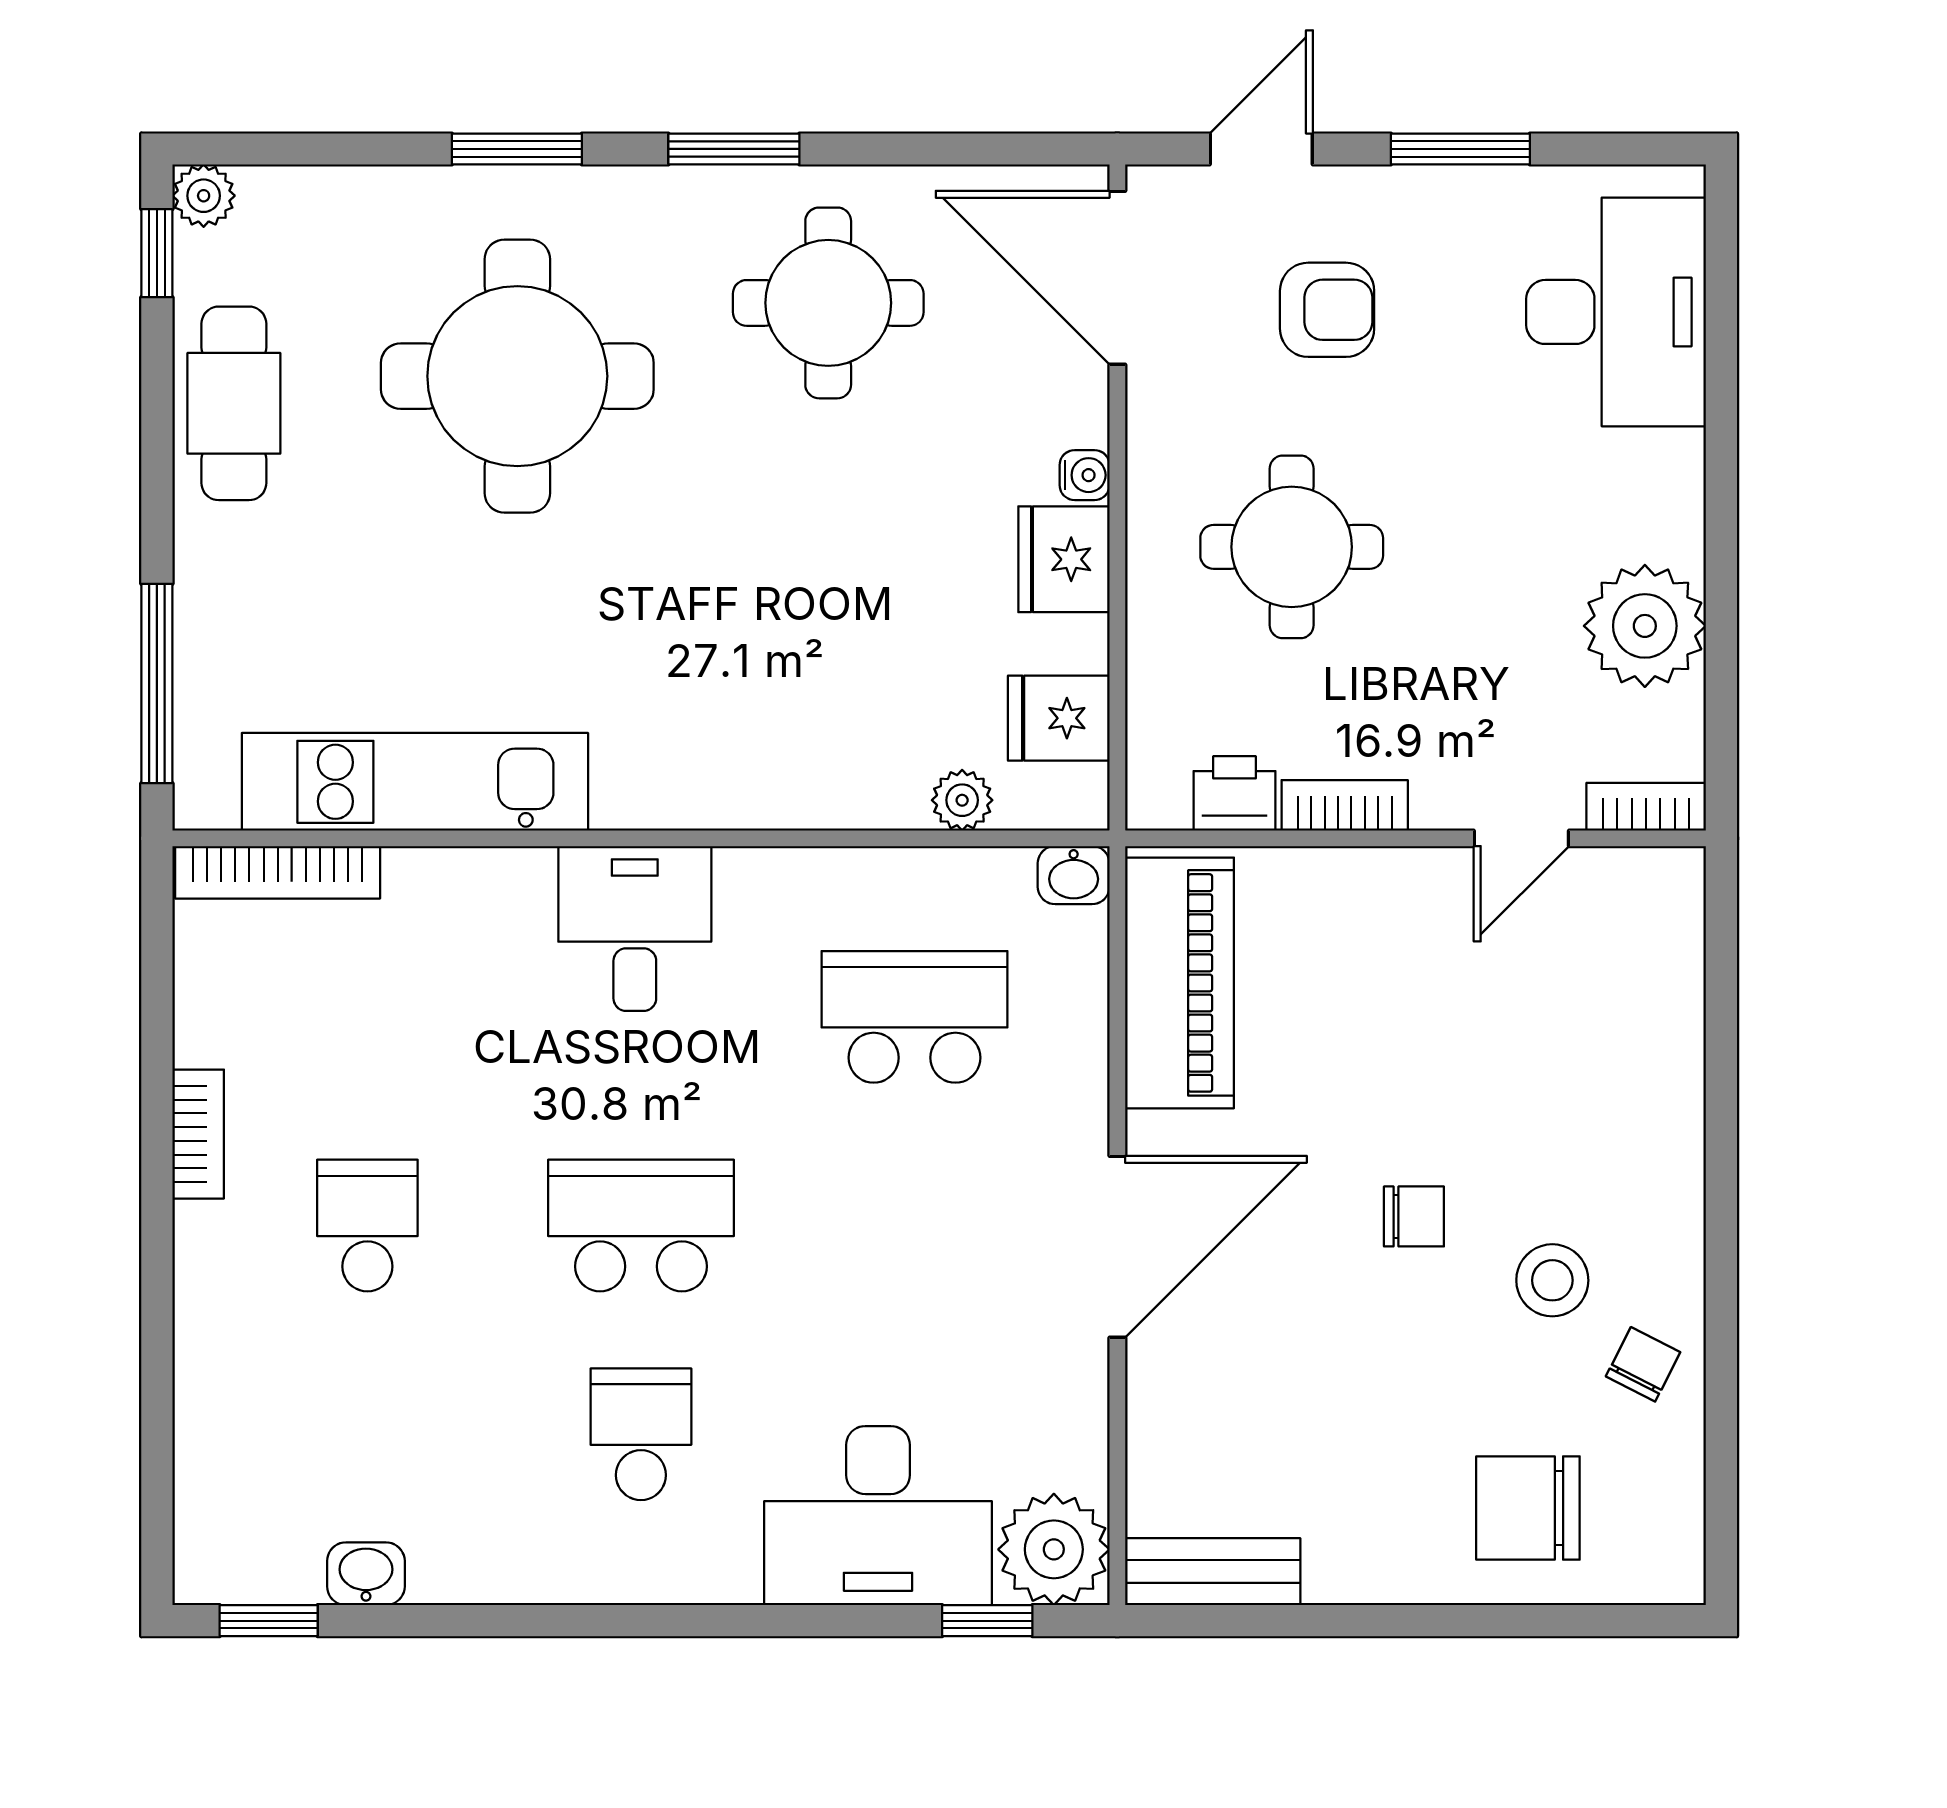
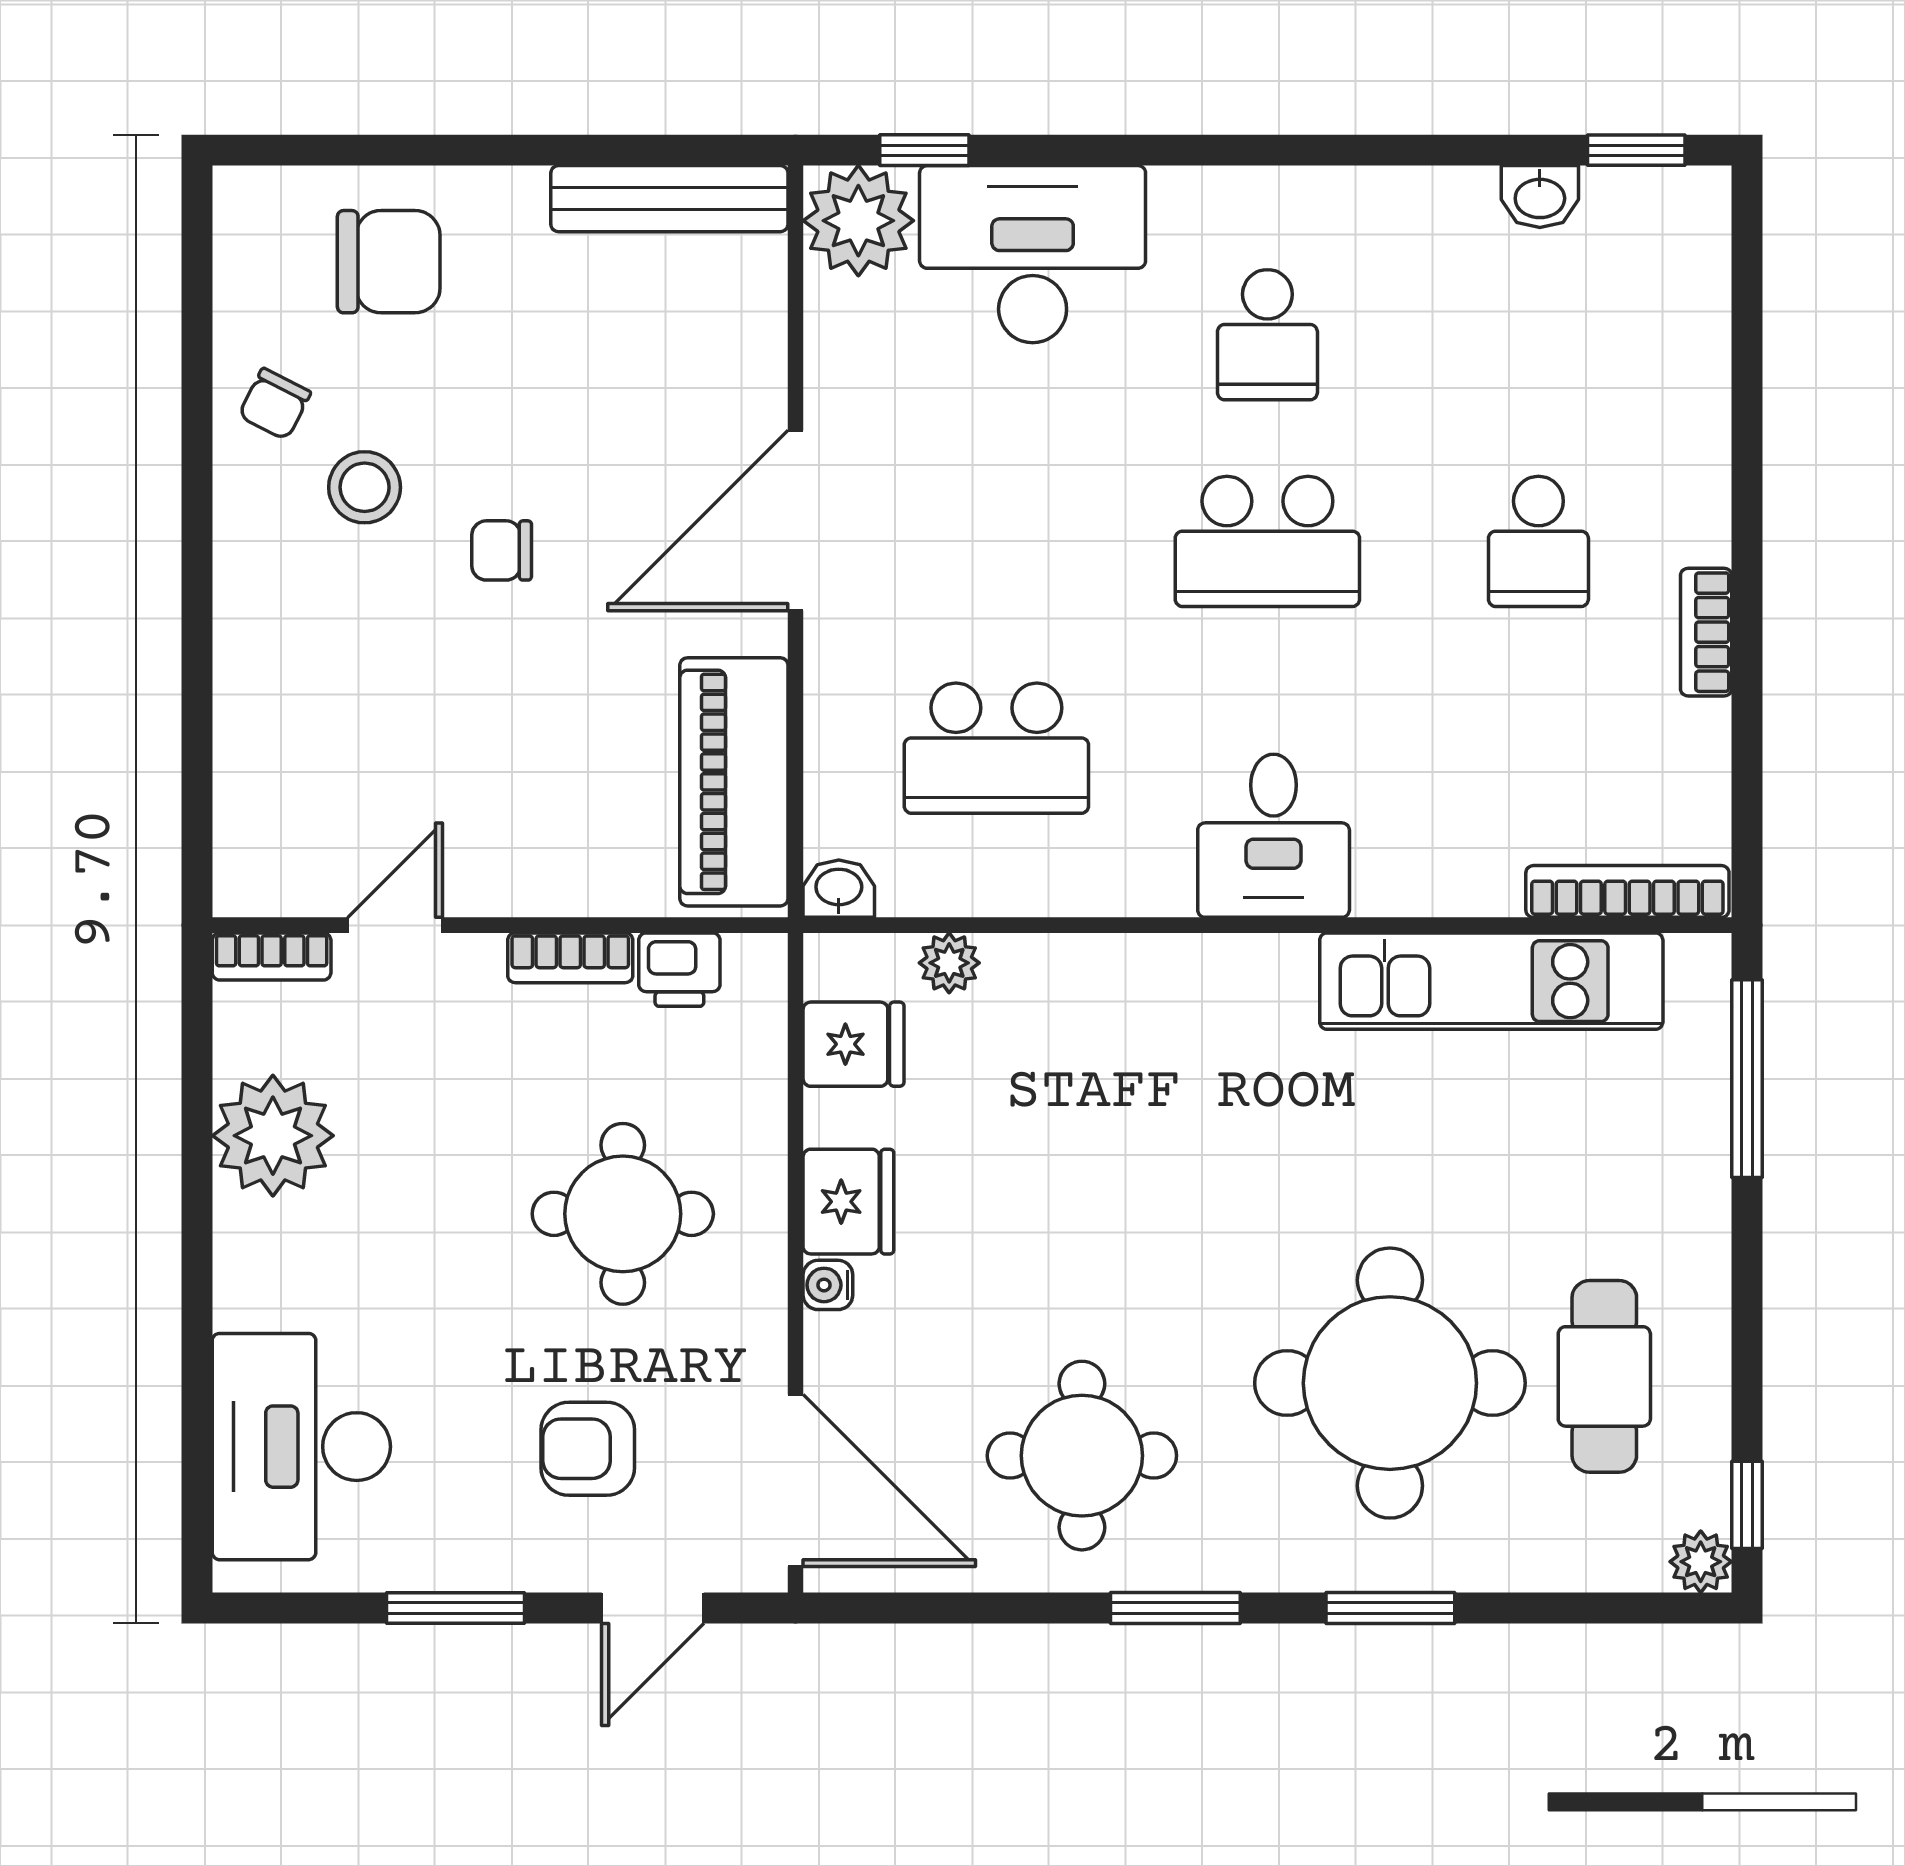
cafe table: (234, 403) -> (1604, 1376), moved
bench: (1213, 1572) -> (669, 199), width x1.36

